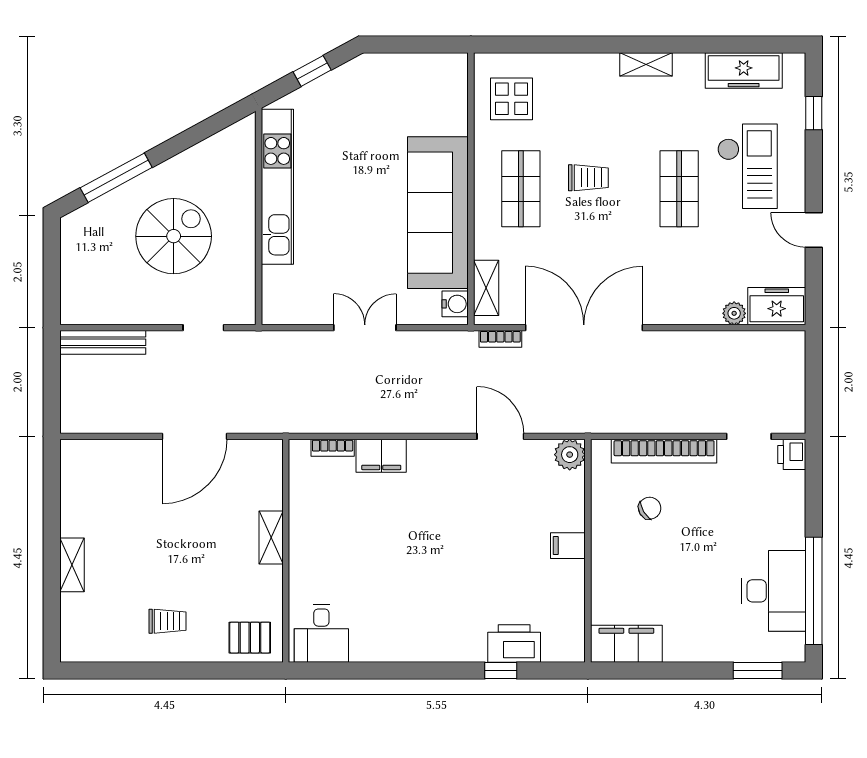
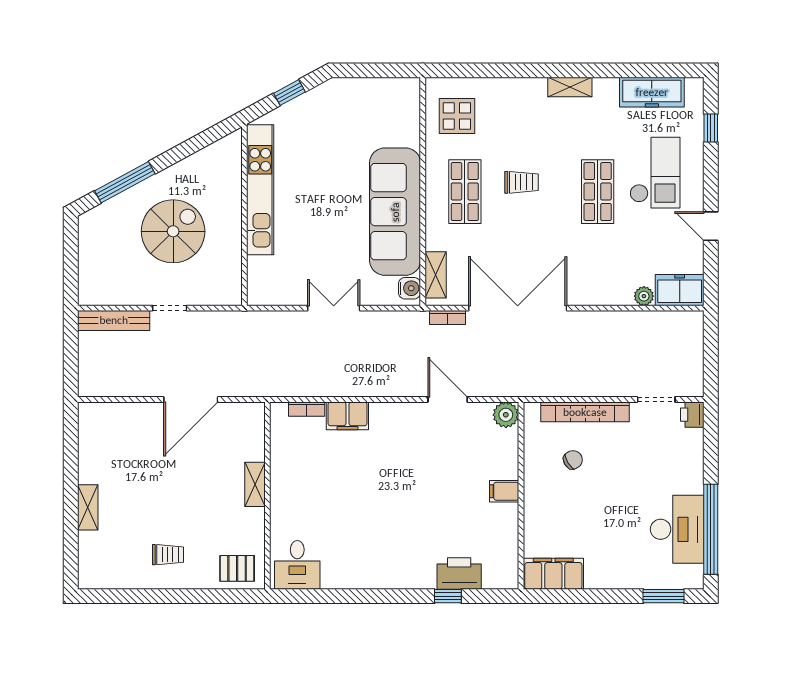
doorway: (203, 328) -> (170, 308), moved

